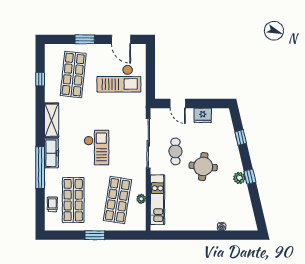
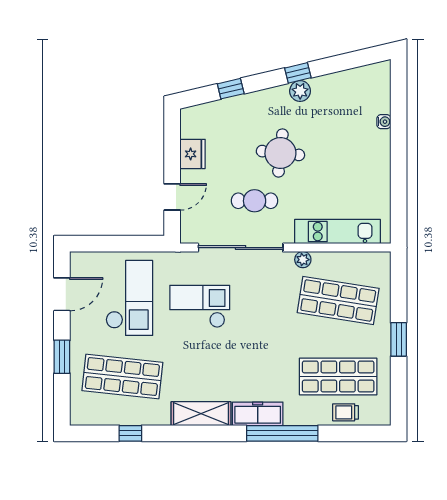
checkout: (96, 148) -> (200, 306), moved
plant: (141, 199) -> (303, 260), moved

